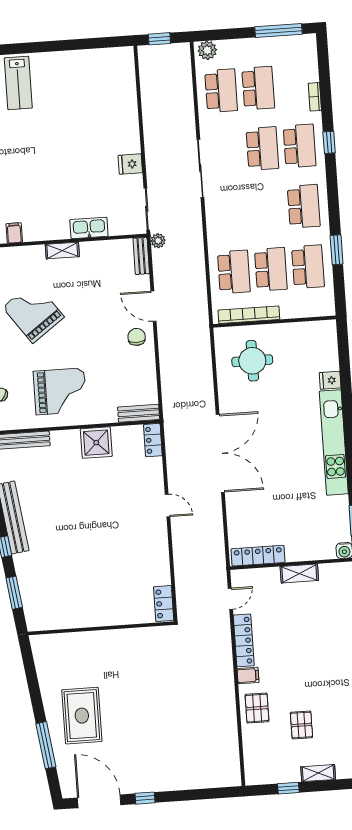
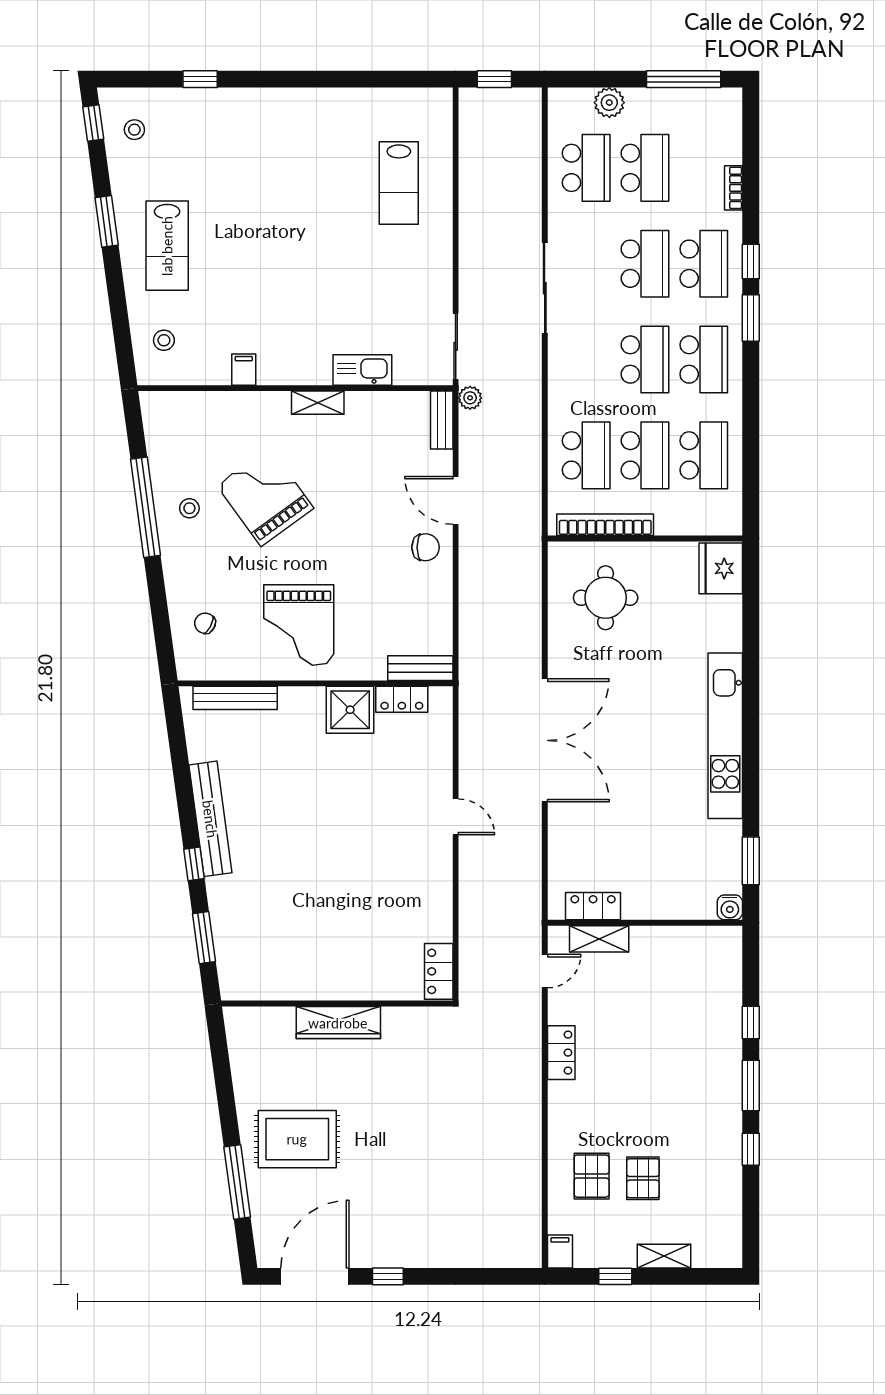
plant: (207, 50) -> (609, 103), moved
lab bench: (18, 83) -> (399, 183), moved
fridge: (130, 164) -> (435, 274), removed
school desk: (267, 209) -> (645, 360), added
window: (337, 250) -> (751, 318), moved
chair: (137, 337) -> (425, 547), turned 90
fridge: (330, 380) -> (721, 568), moved, width x1.88, depth x1.34
grand piano: (60, 391) -> (299, 625), turned 90
locker: (153, 440) -> (402, 699), moved, turned -90
locker: (258, 556) -> (593, 906), width x0.66
shelving: (299, 573) -> (599, 939), moved
wardrobe: (103, 640) -> (338, 1023), added
locker: (244, 640) -> (561, 1053), width x0.66
filing cabinet: (248, 676) -> (560, 1252), moved, turned -90
pallet: (257, 708) -> (592, 1176), moved
rug: (82, 716) -> (297, 1139), turned 90
door: (99, 801) -> (315, 1276), hinge flipped

